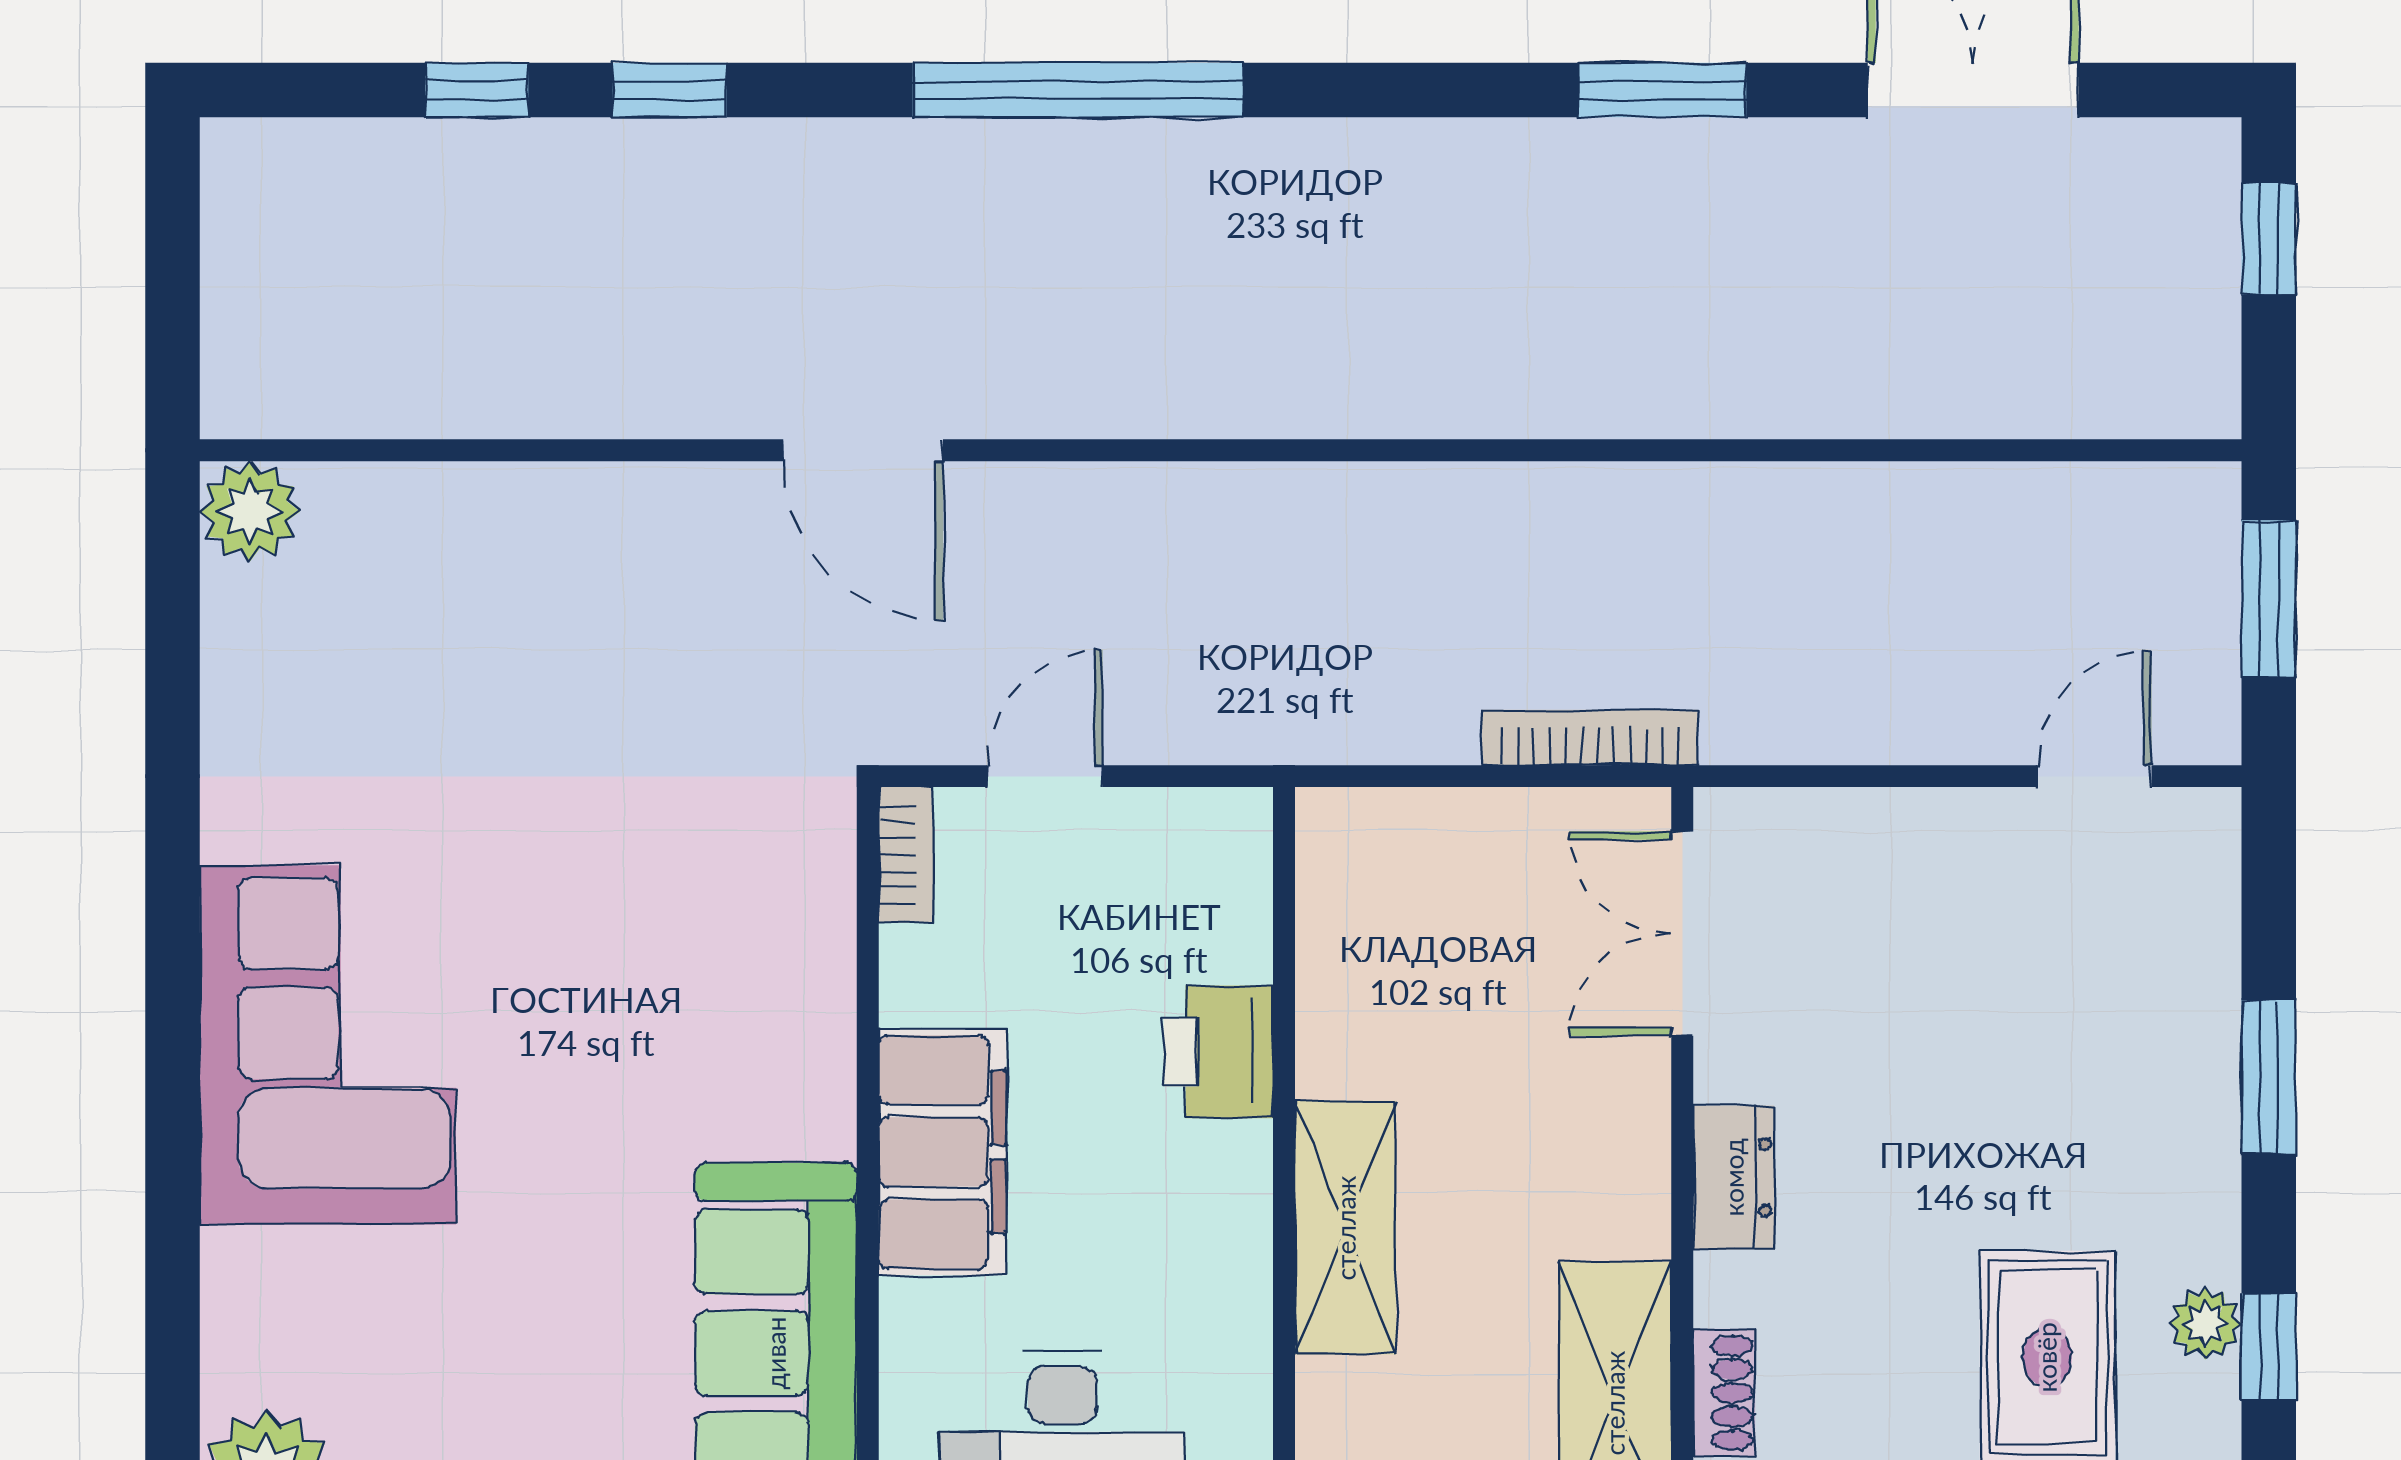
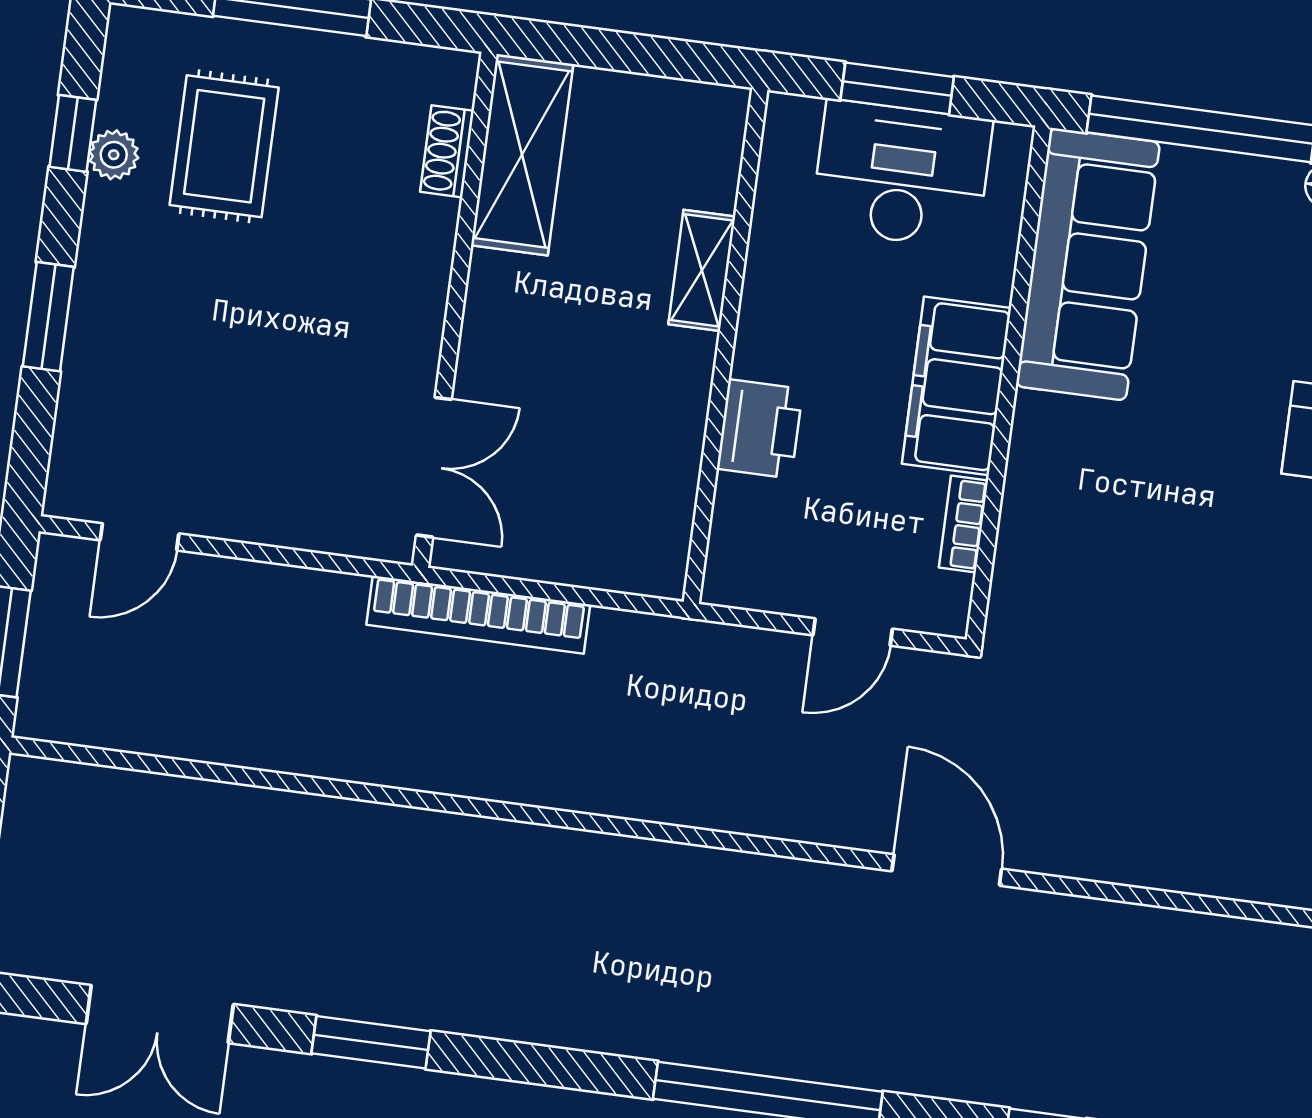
bookcase: (1590, 738) -> (478, 615), width x1.48, depth x1.31
bookcase: (906, 855) -> (963, 524), moved
dresser: (1734, 1177) -> (421, 297), removed
shelving: (1346, 1228) -> (702, 270), width x0.67, depth x0.75

